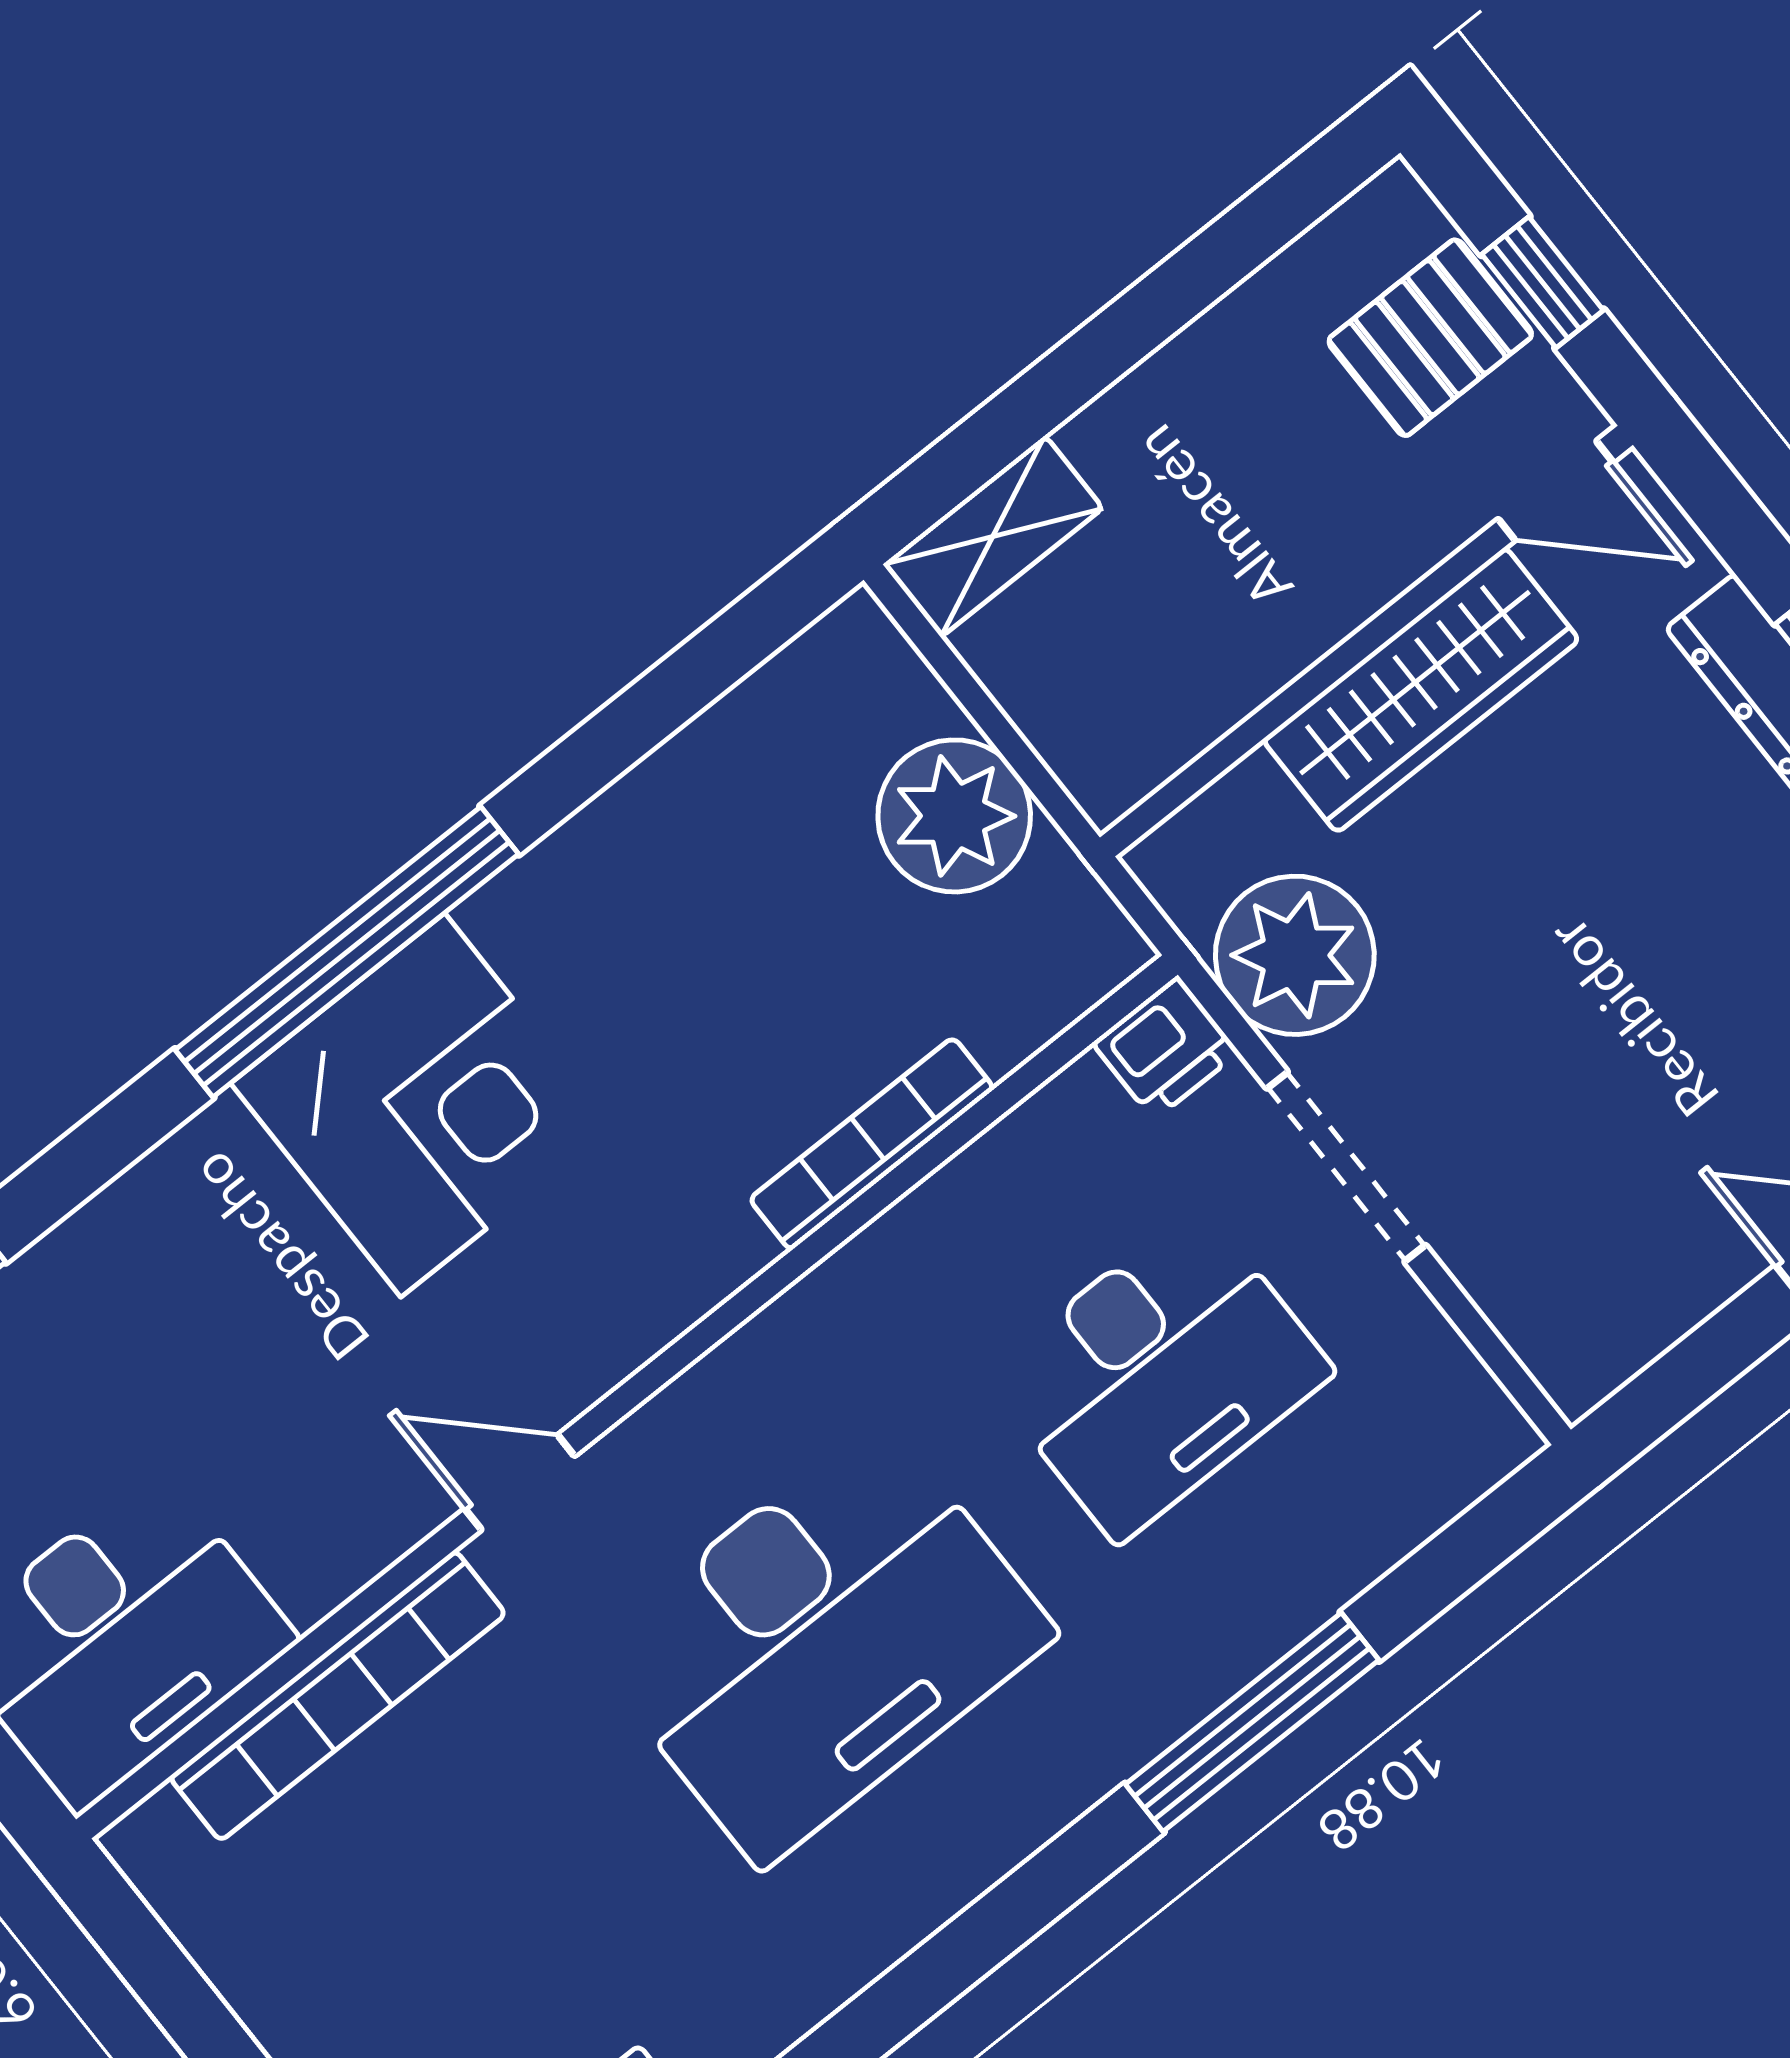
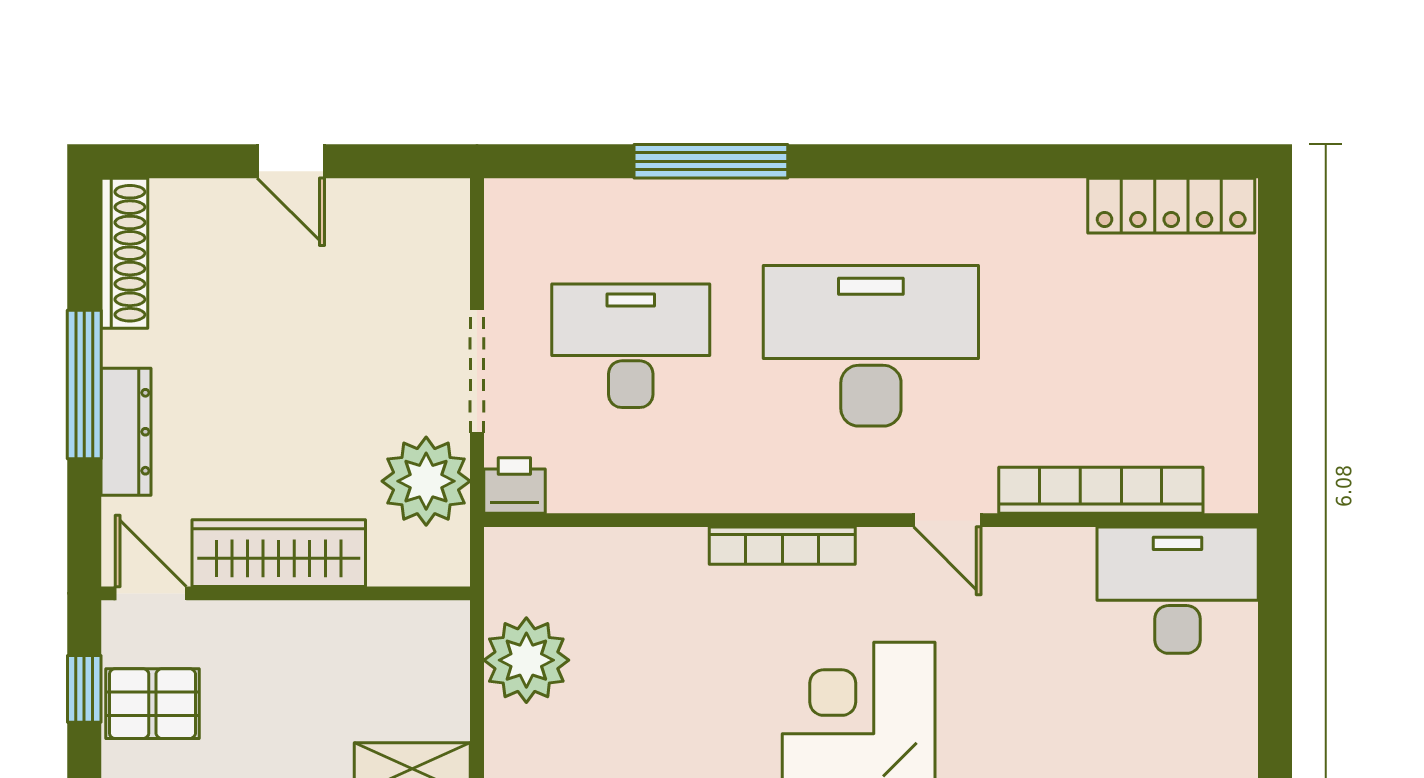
bookcase: (872, 1144) -> (782, 546), moved

